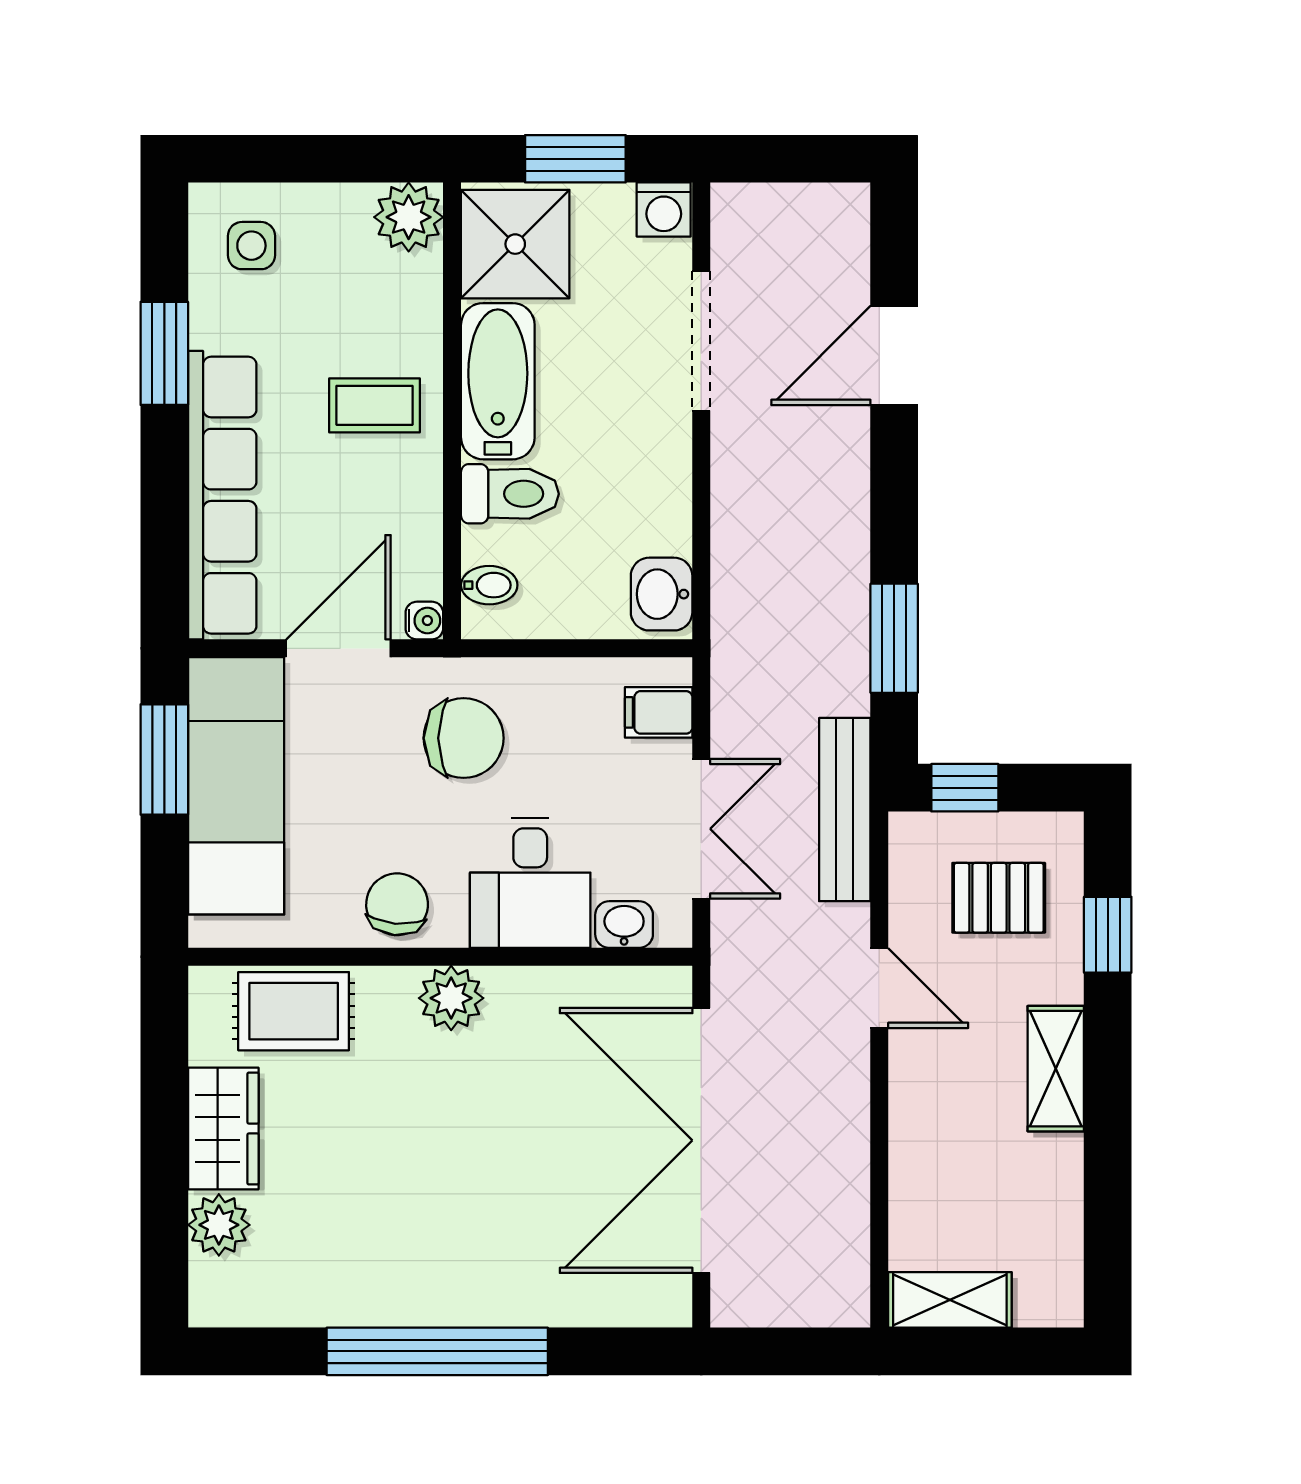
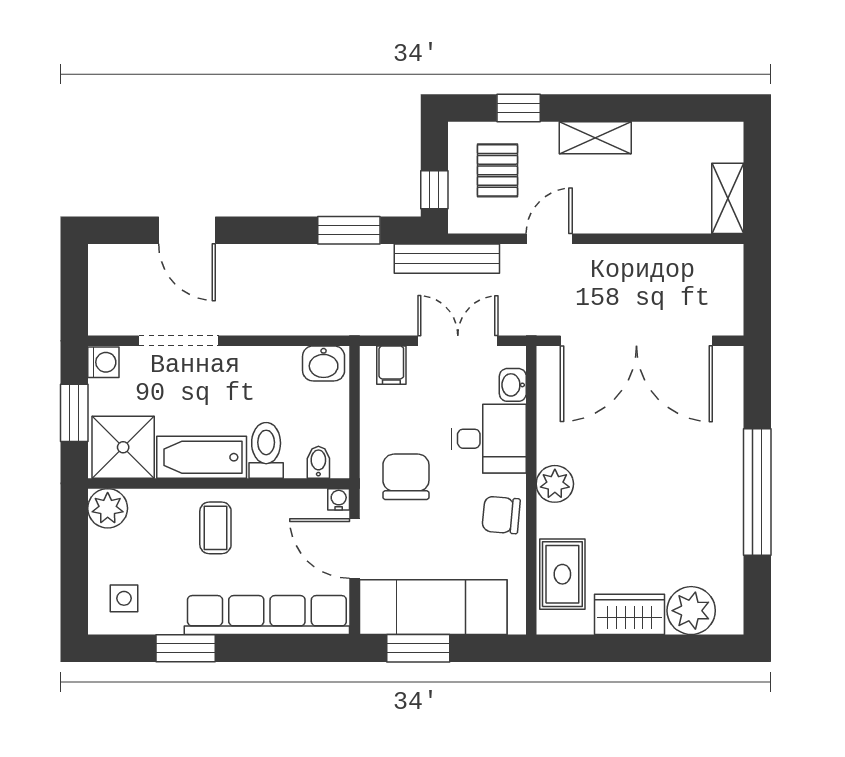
plant: (219, 1225) -> (691, 611), width x1.36, depth x1.36

